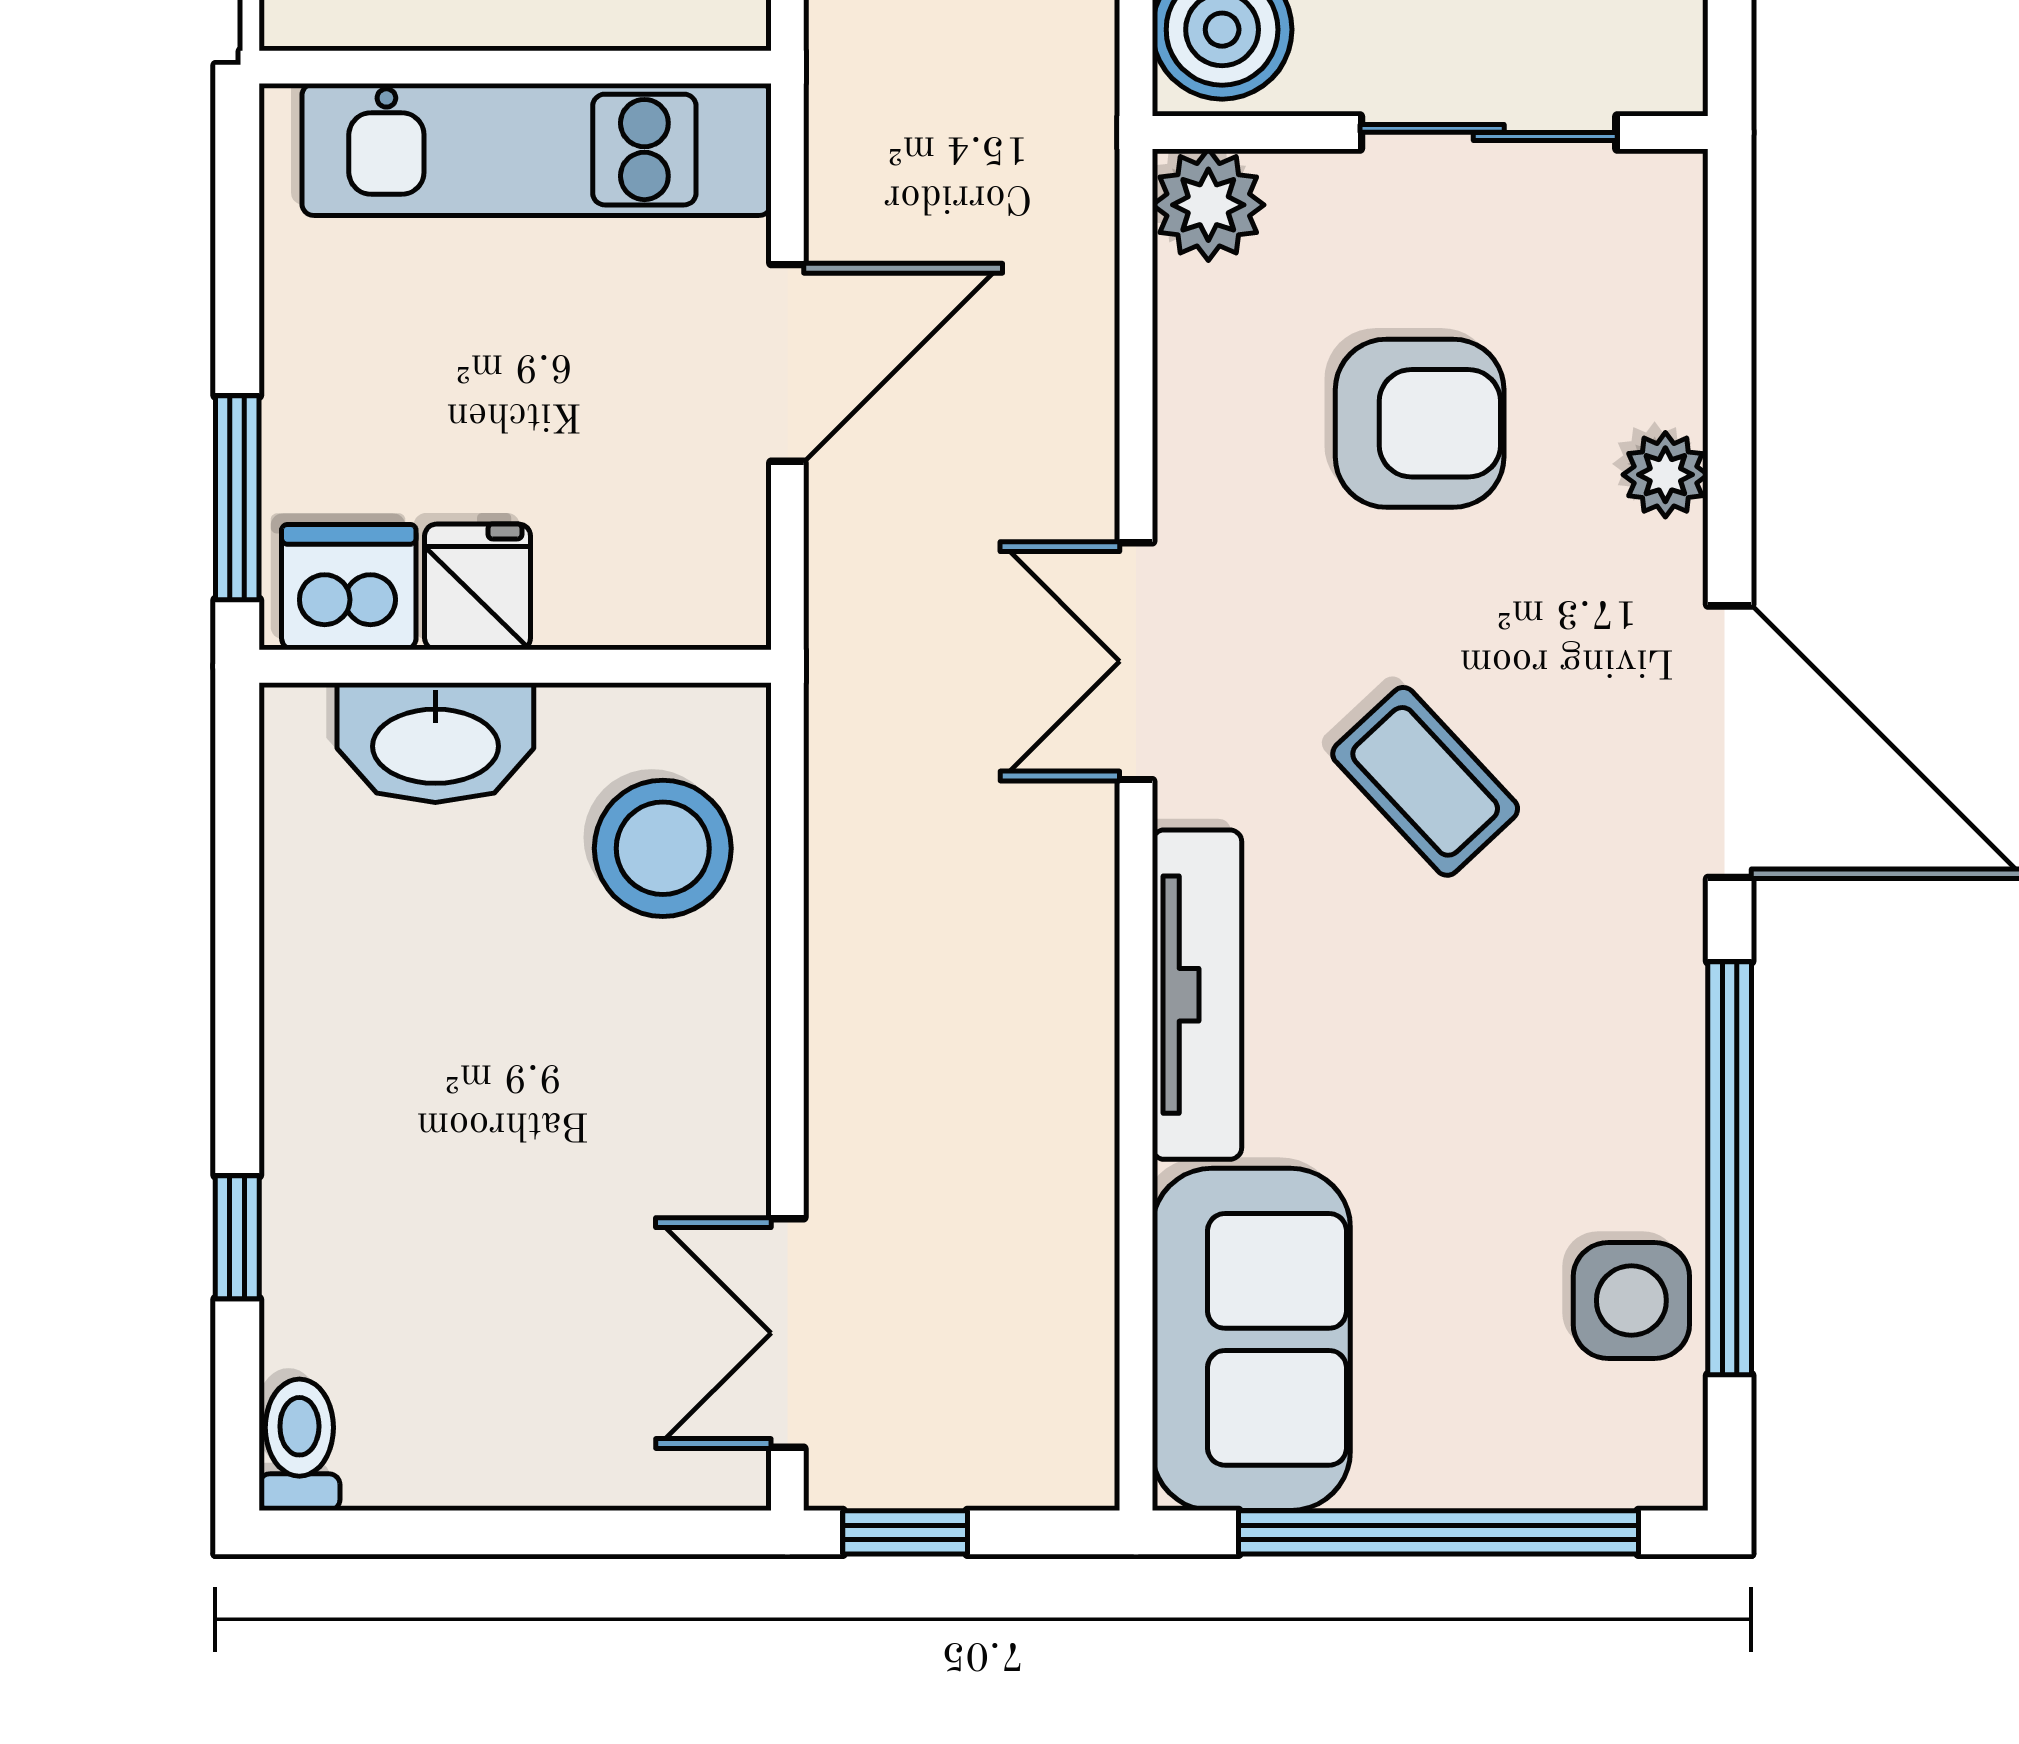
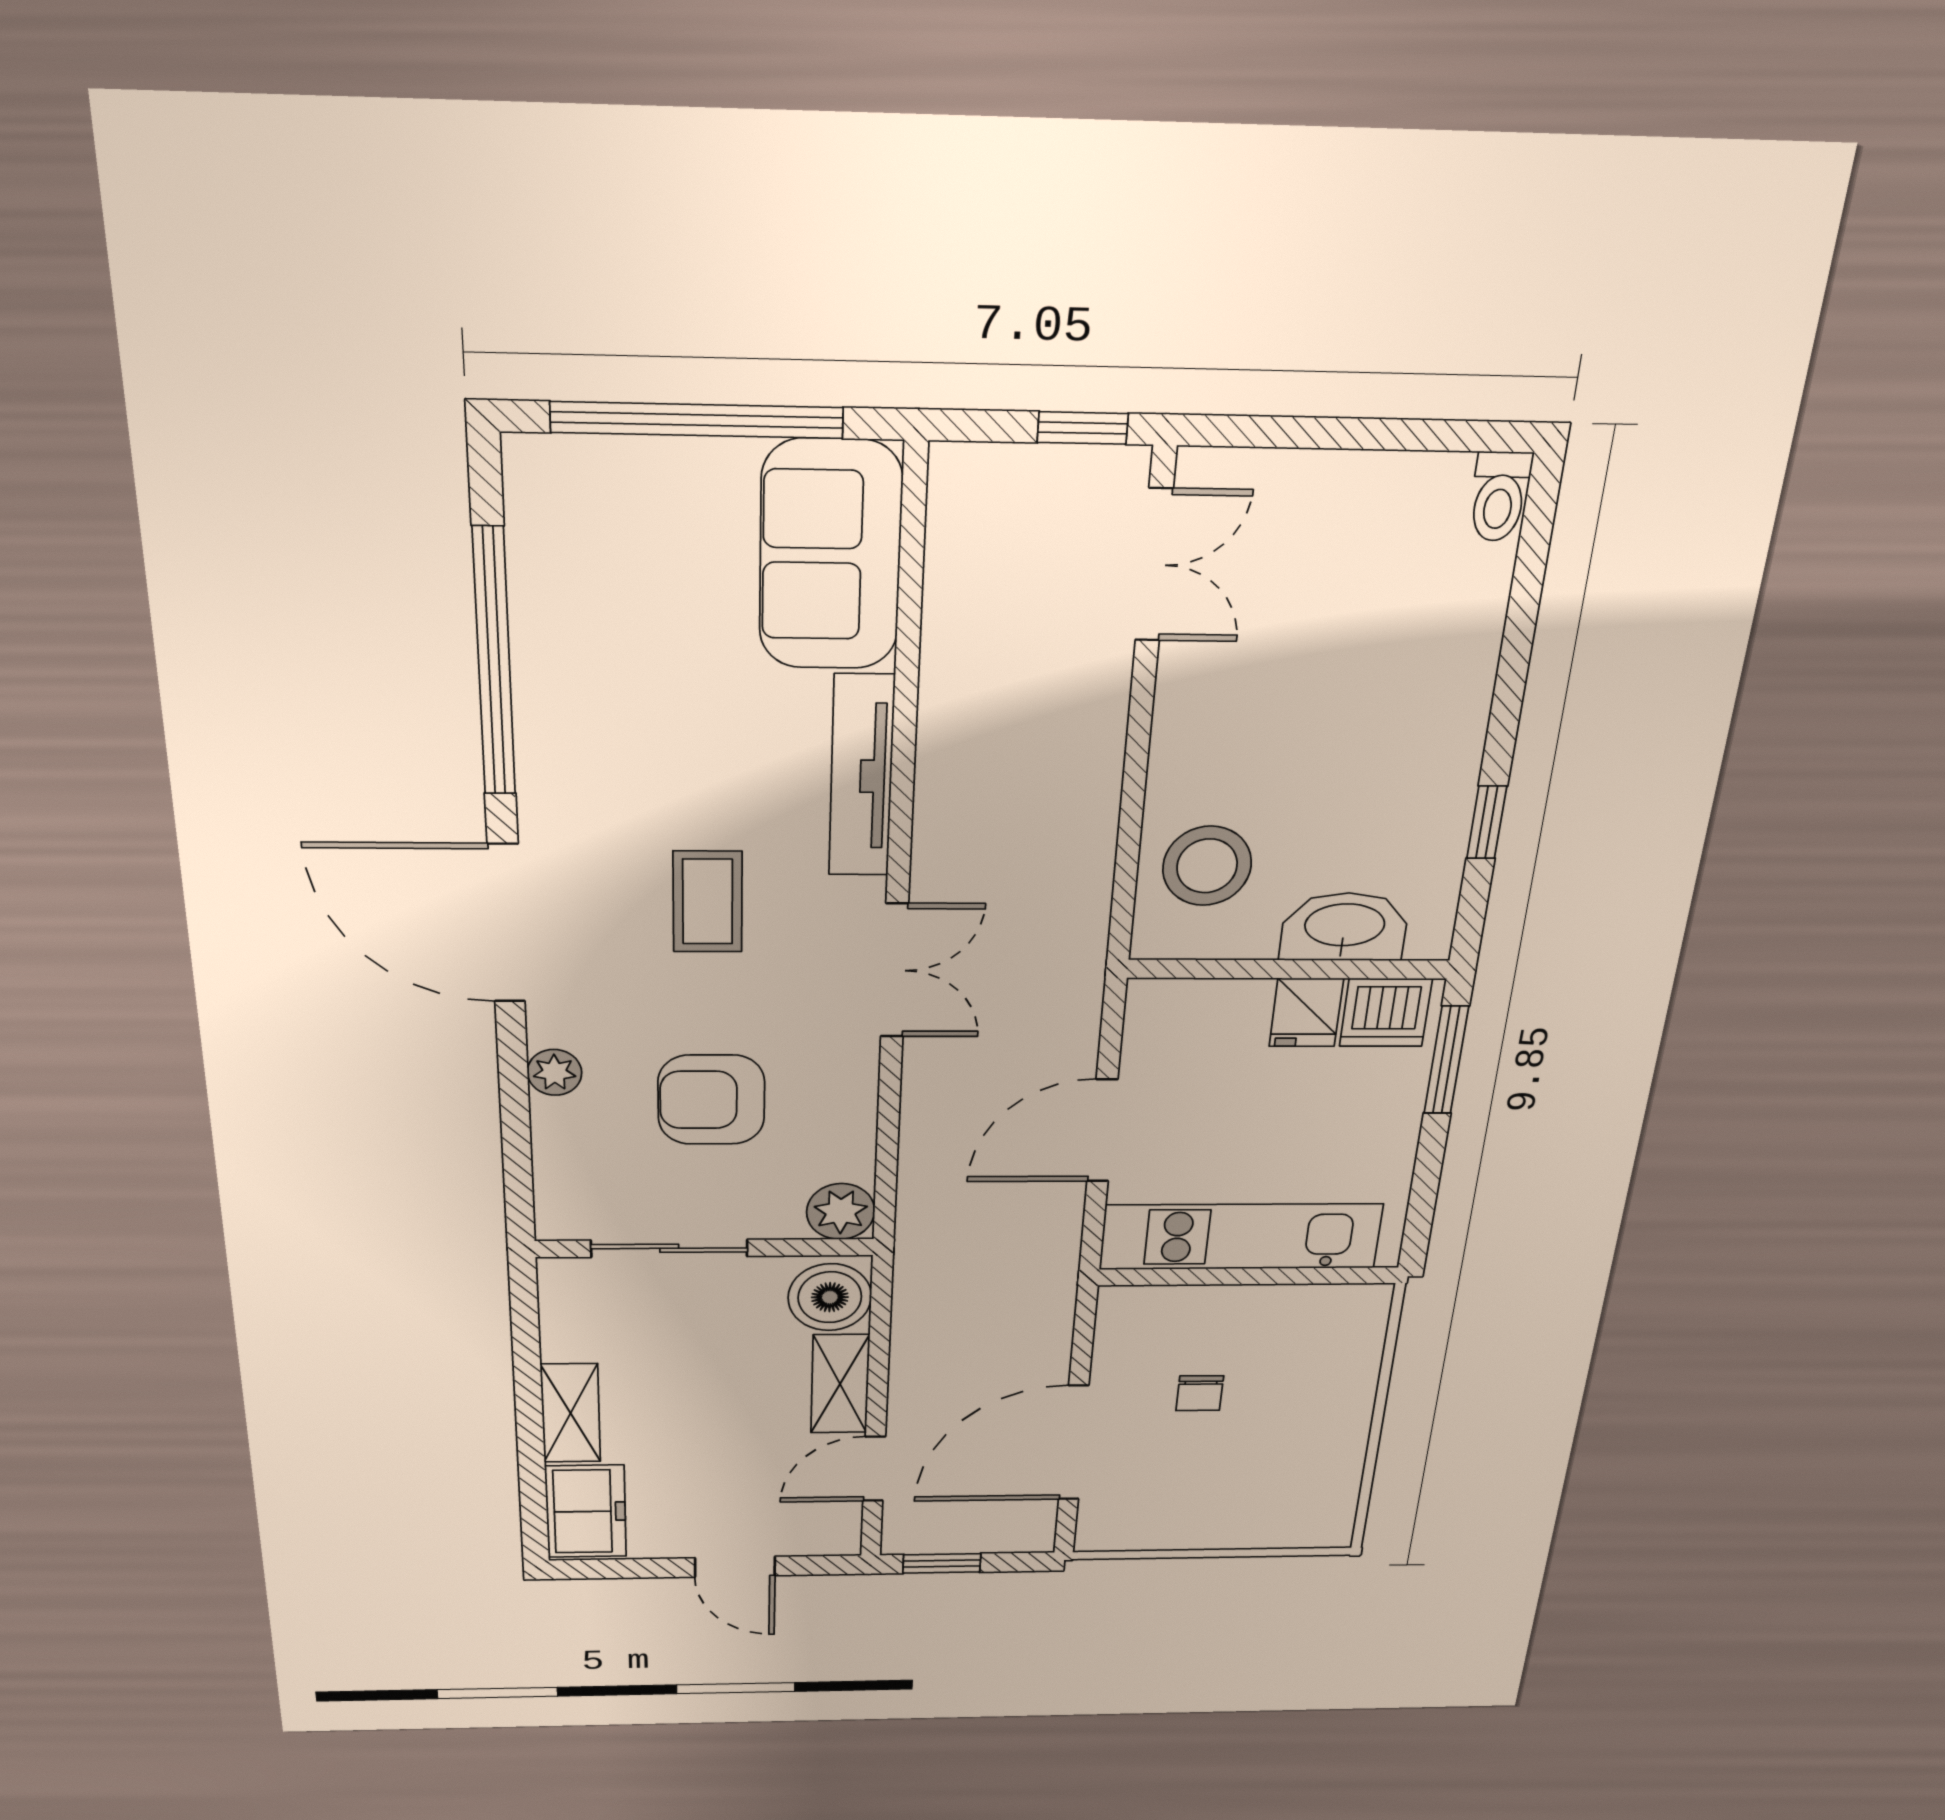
coffee table: (1425, 781) -> (708, 902), turned 43
window: (237, 1237) -> (1487, 822), moved
side table: (1631, 1300) -> (560, 577), removed

